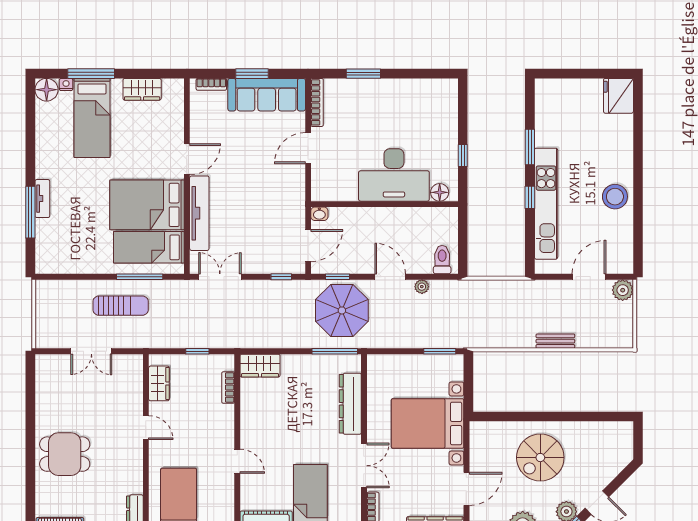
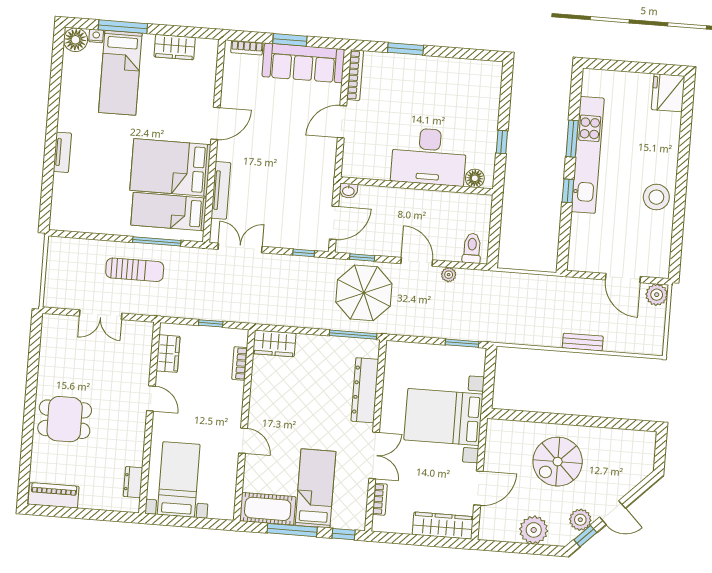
kitchen unit: (546, 204) -> (588, 155), moved
window: (30, 212) -> (49, 165), removed
tv unit: (199, 213) -> (221, 190), width x0.73, depth x0.78
door: (589, 277) -> (623, 278), swing flipped

